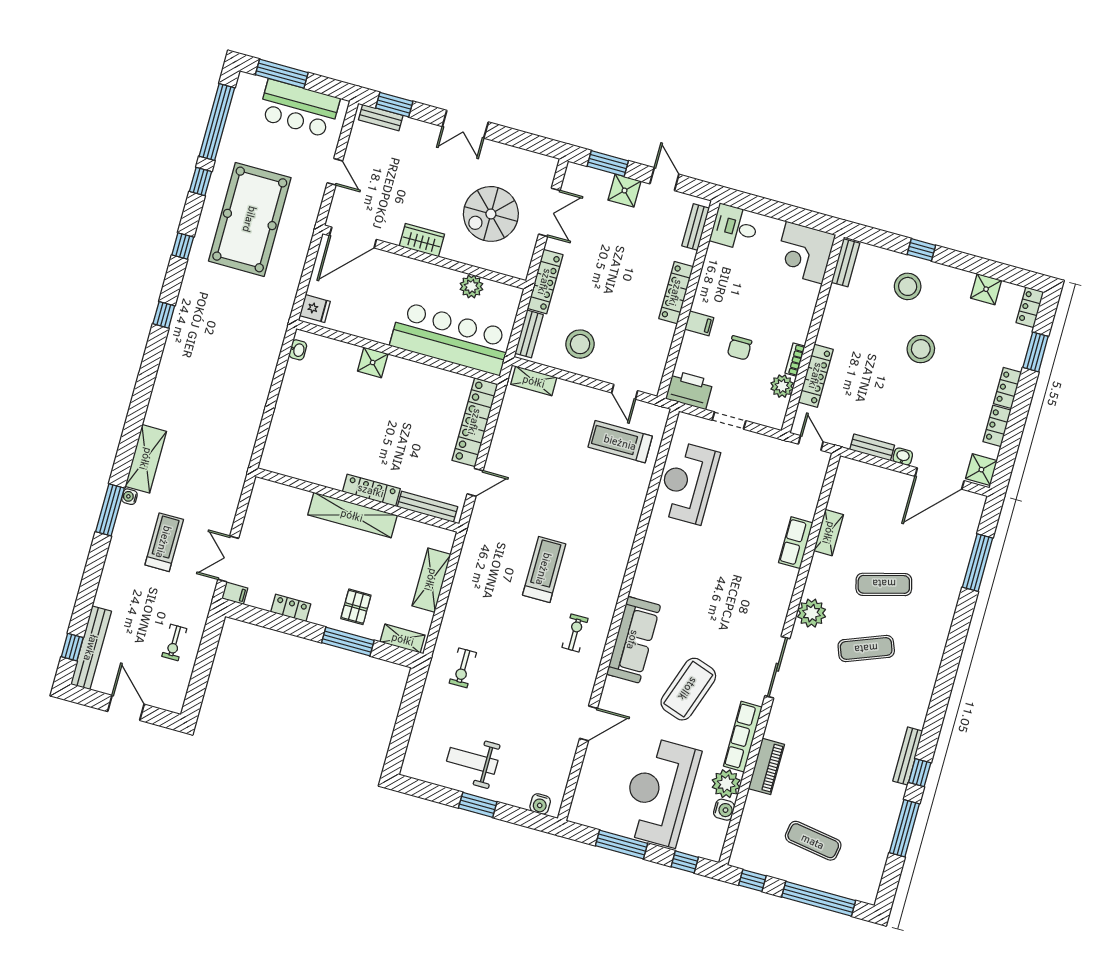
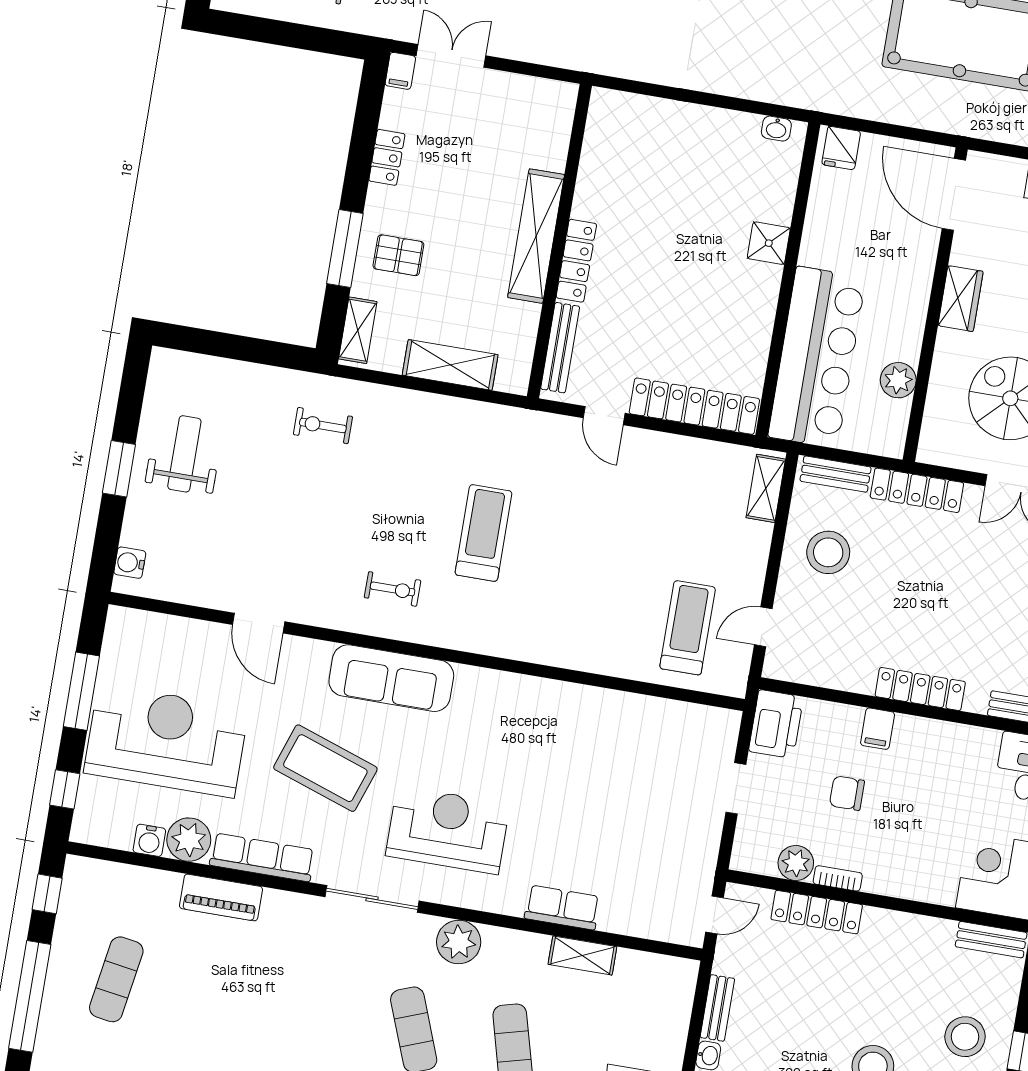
reception desk: (688, 483) -> (448, 830), moved
treadmill: (544, 569) -> (483, 533), turned -90

